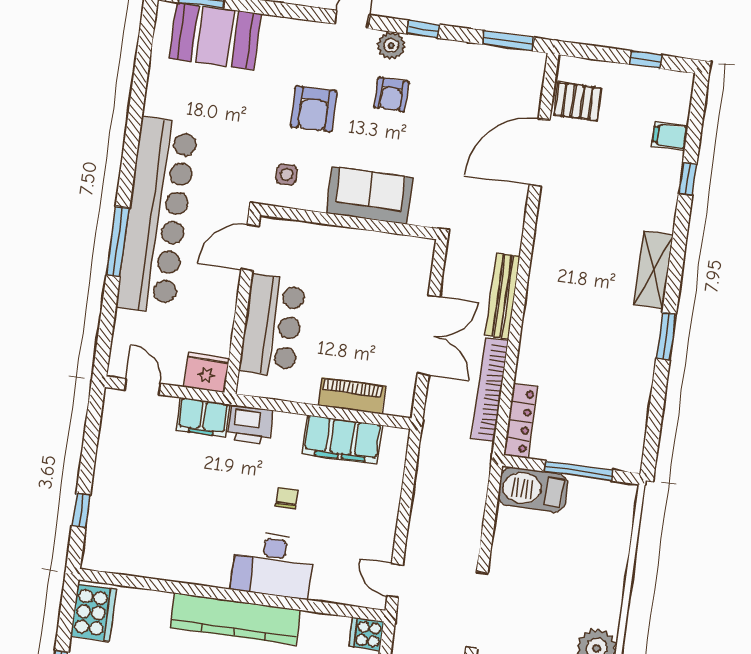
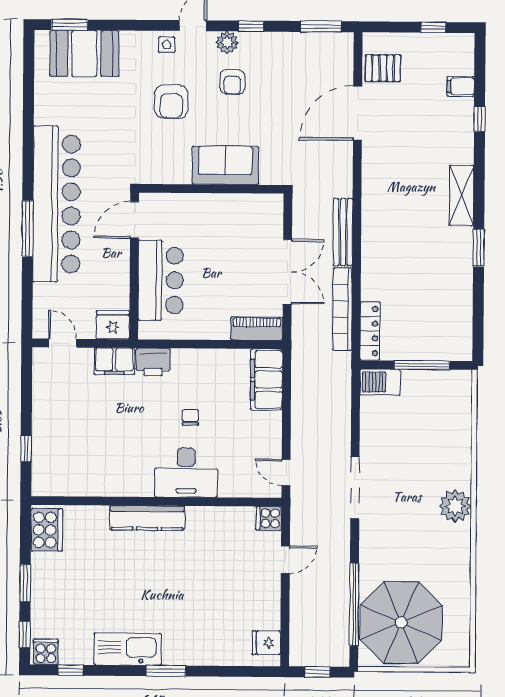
side table: (287, 174) -> (167, 45), moved
piano: (352, 396) -> (257, 329), moved
filing cabinet: (342, 439) -> (266, 379), moved, turned 90
barbecue: (533, 489) -> (380, 382), width x0.73, depth x0.83
kitchen counter: (235, 619) -> (147, 518), width x0.72, depth x0.86

